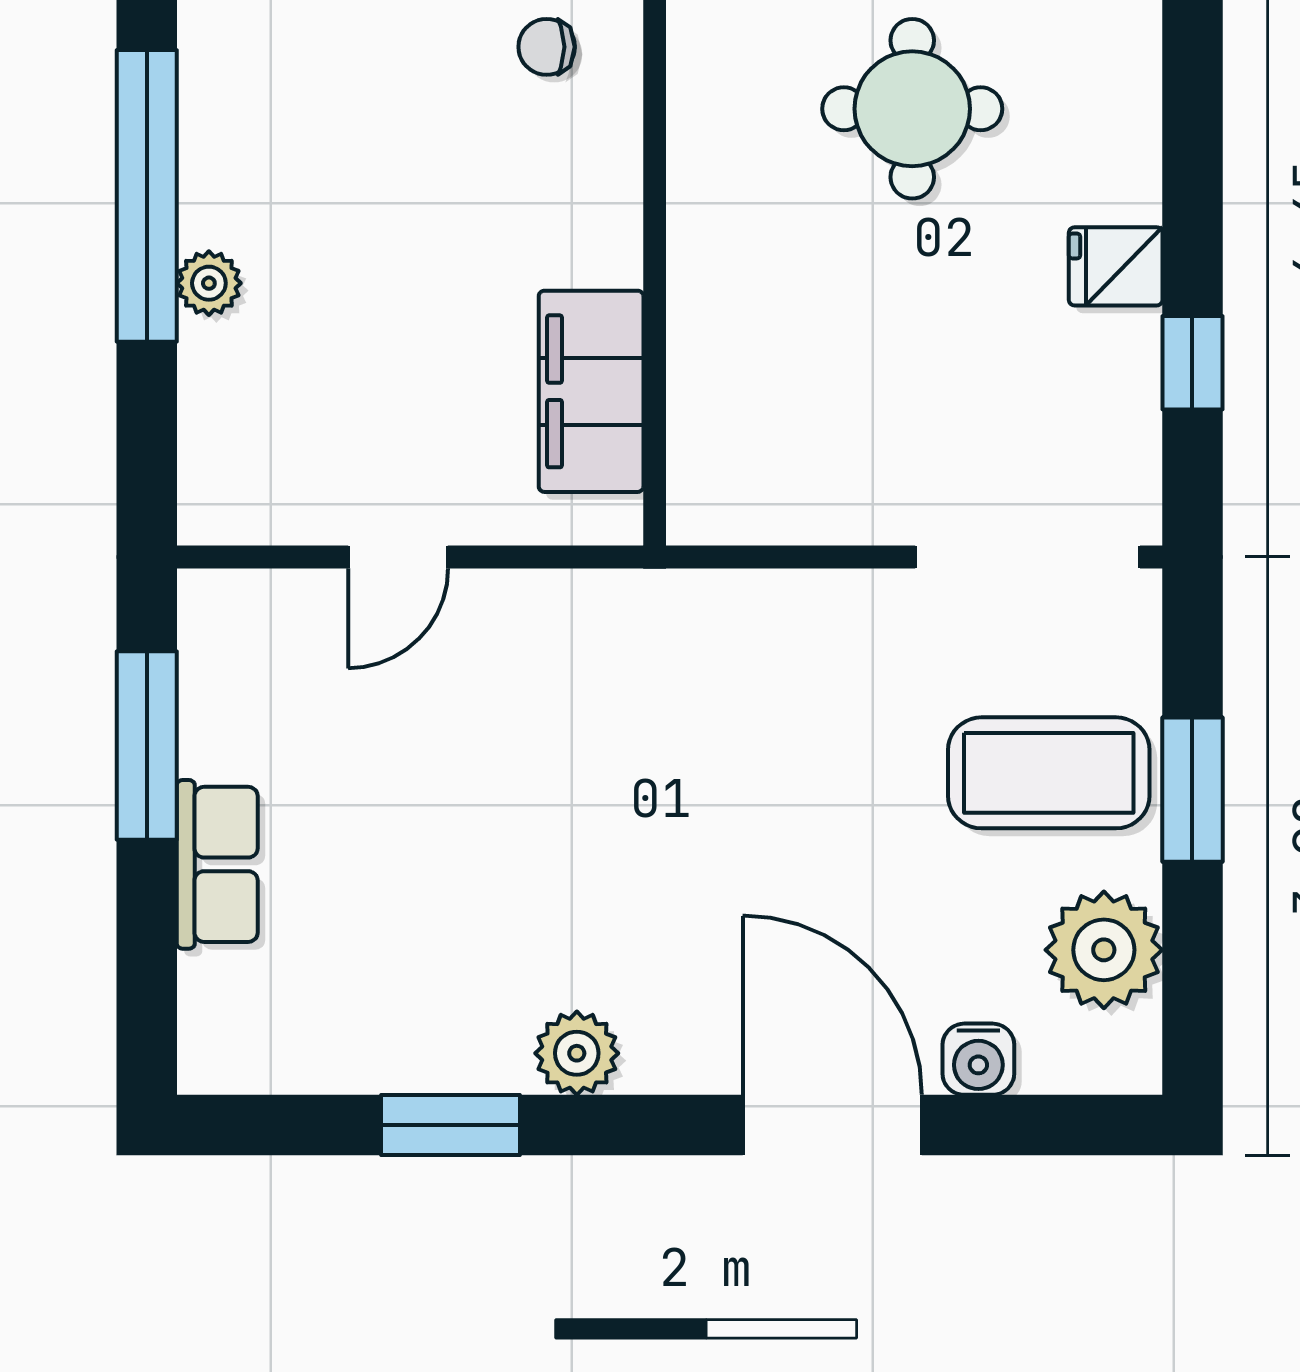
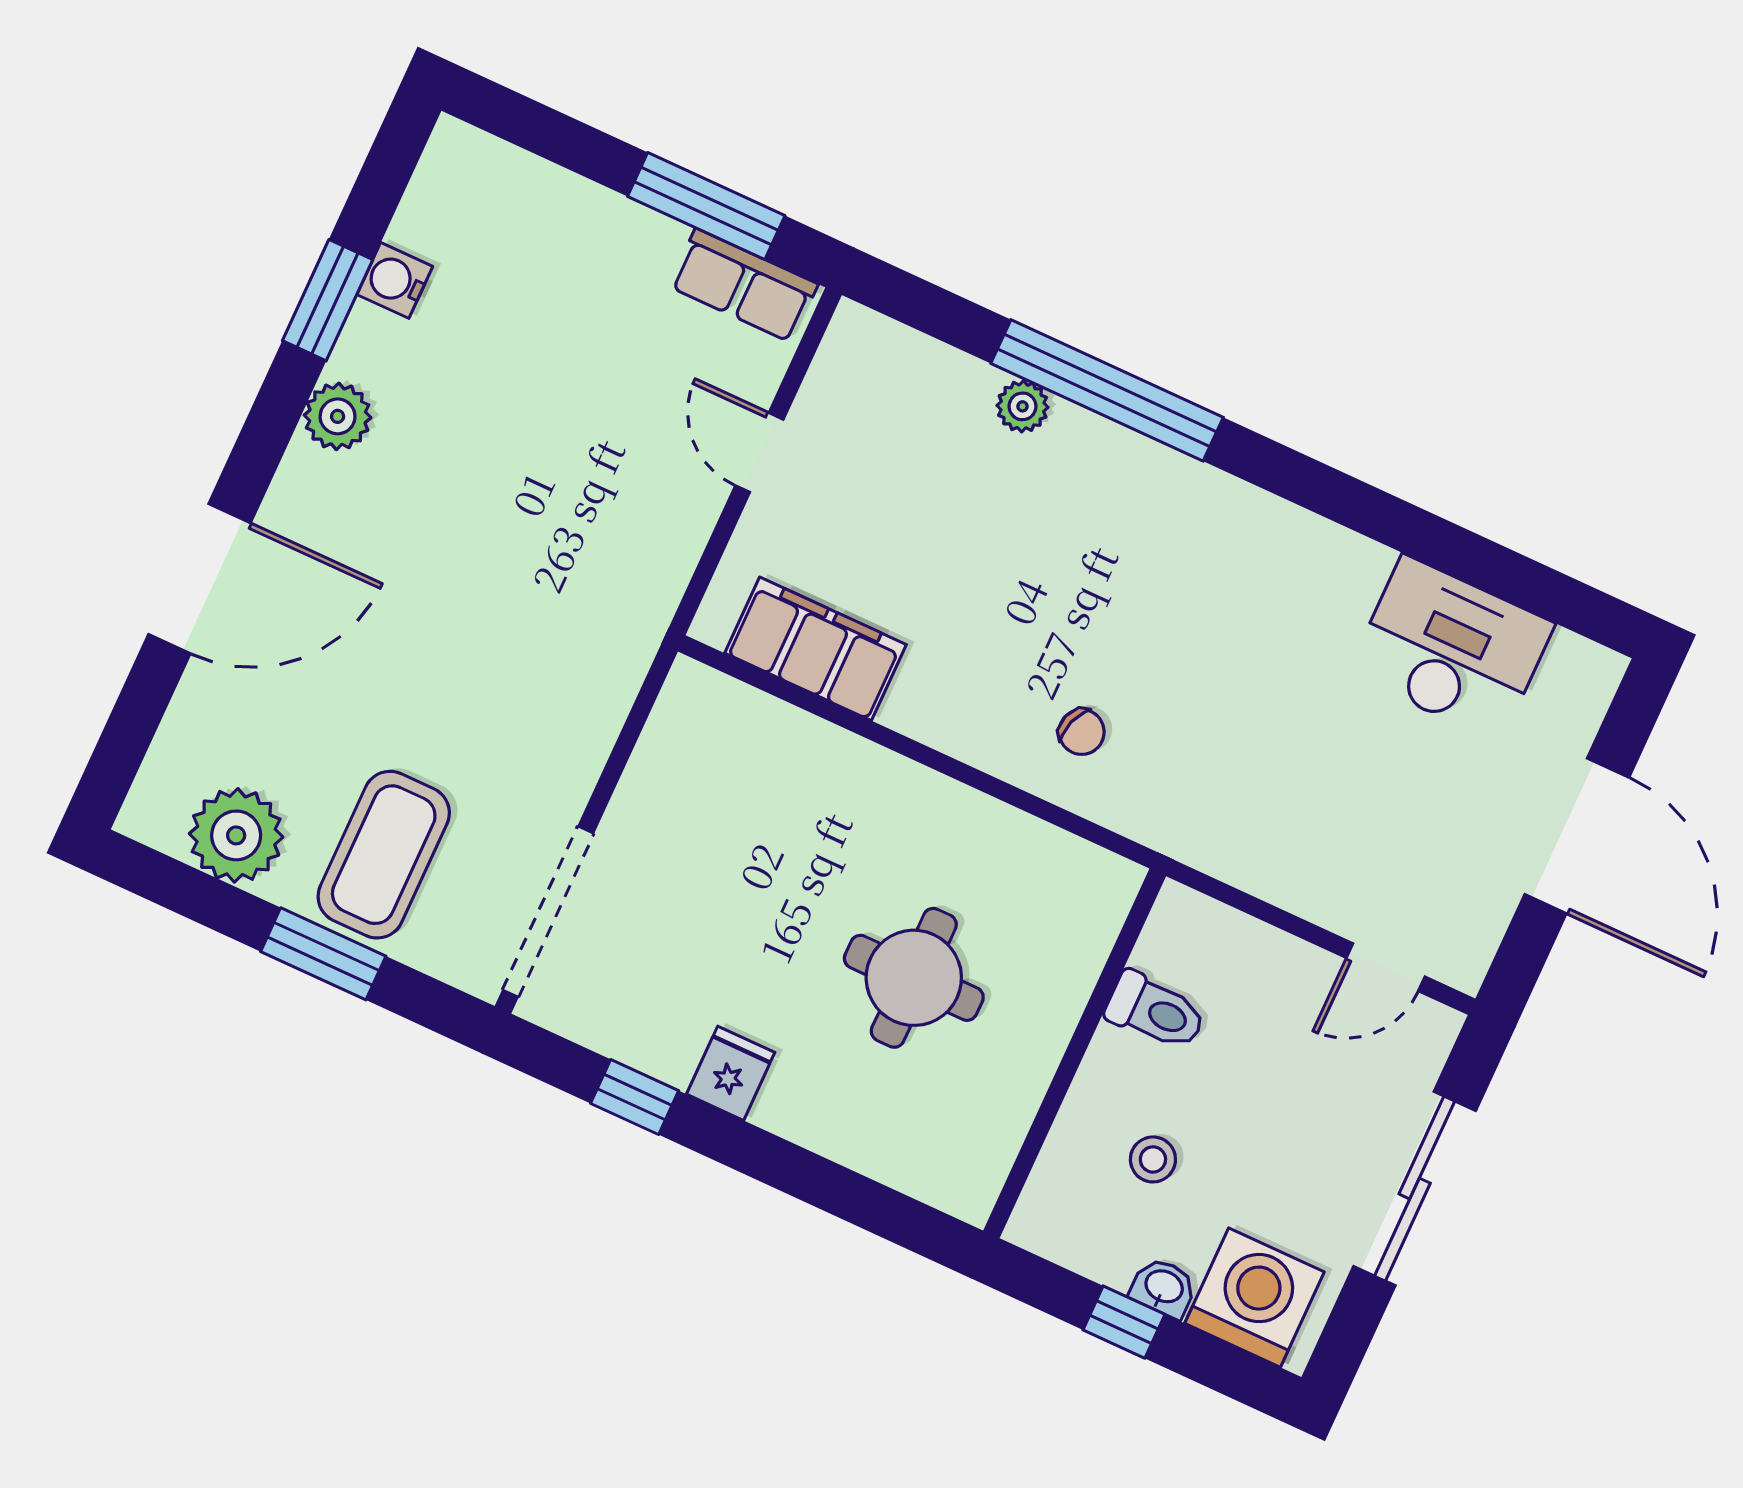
chair: (547, 47) -> (1082, 732), turned 109
row of seats: (217, 864) -> (743, 285), moved
water cooler: (978, 1059) -> (395, 280), moved

